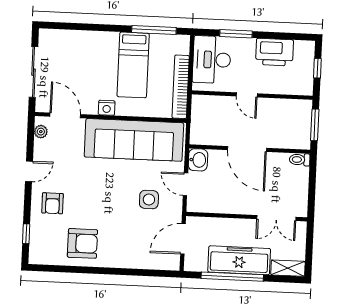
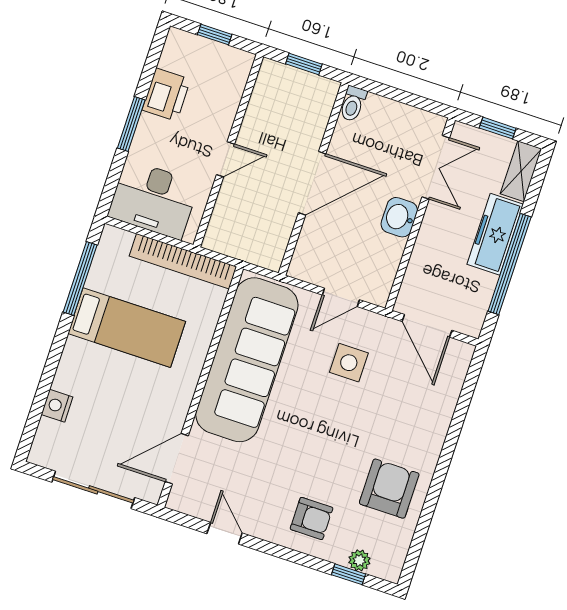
window: (236, 34) -> (131, 124), moved
printer: (274, 52) -> (166, 95), width x0.73, depth x0.84
nightstand: (107, 108) -> (57, 406), moved, turned 180
window: (315, 125) -> (304, 64), width x0.67
plant: (41, 132) -> (359, 560), moved
washbasin: (198, 160) -> (399, 217), moved, turned -90
door: (29, 171) -> (225, 533), moved
window: (309, 248) -> (498, 128), added
freezer: (239, 260) -> (495, 234), width x0.73, depth x0.79

